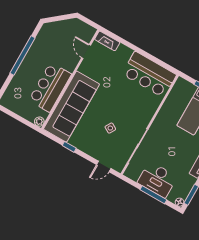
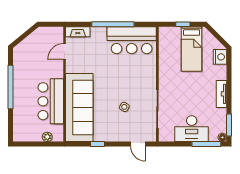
door: (86, 51) -> (65, 52), hinge flipped
window: (141, 52) -> (113, 24), added
plant: (39, 122) -> (47, 137), moved
door: (104, 167) -> (138, 144), hinge flipped
window: (153, 195) -> (206, 144), moved

